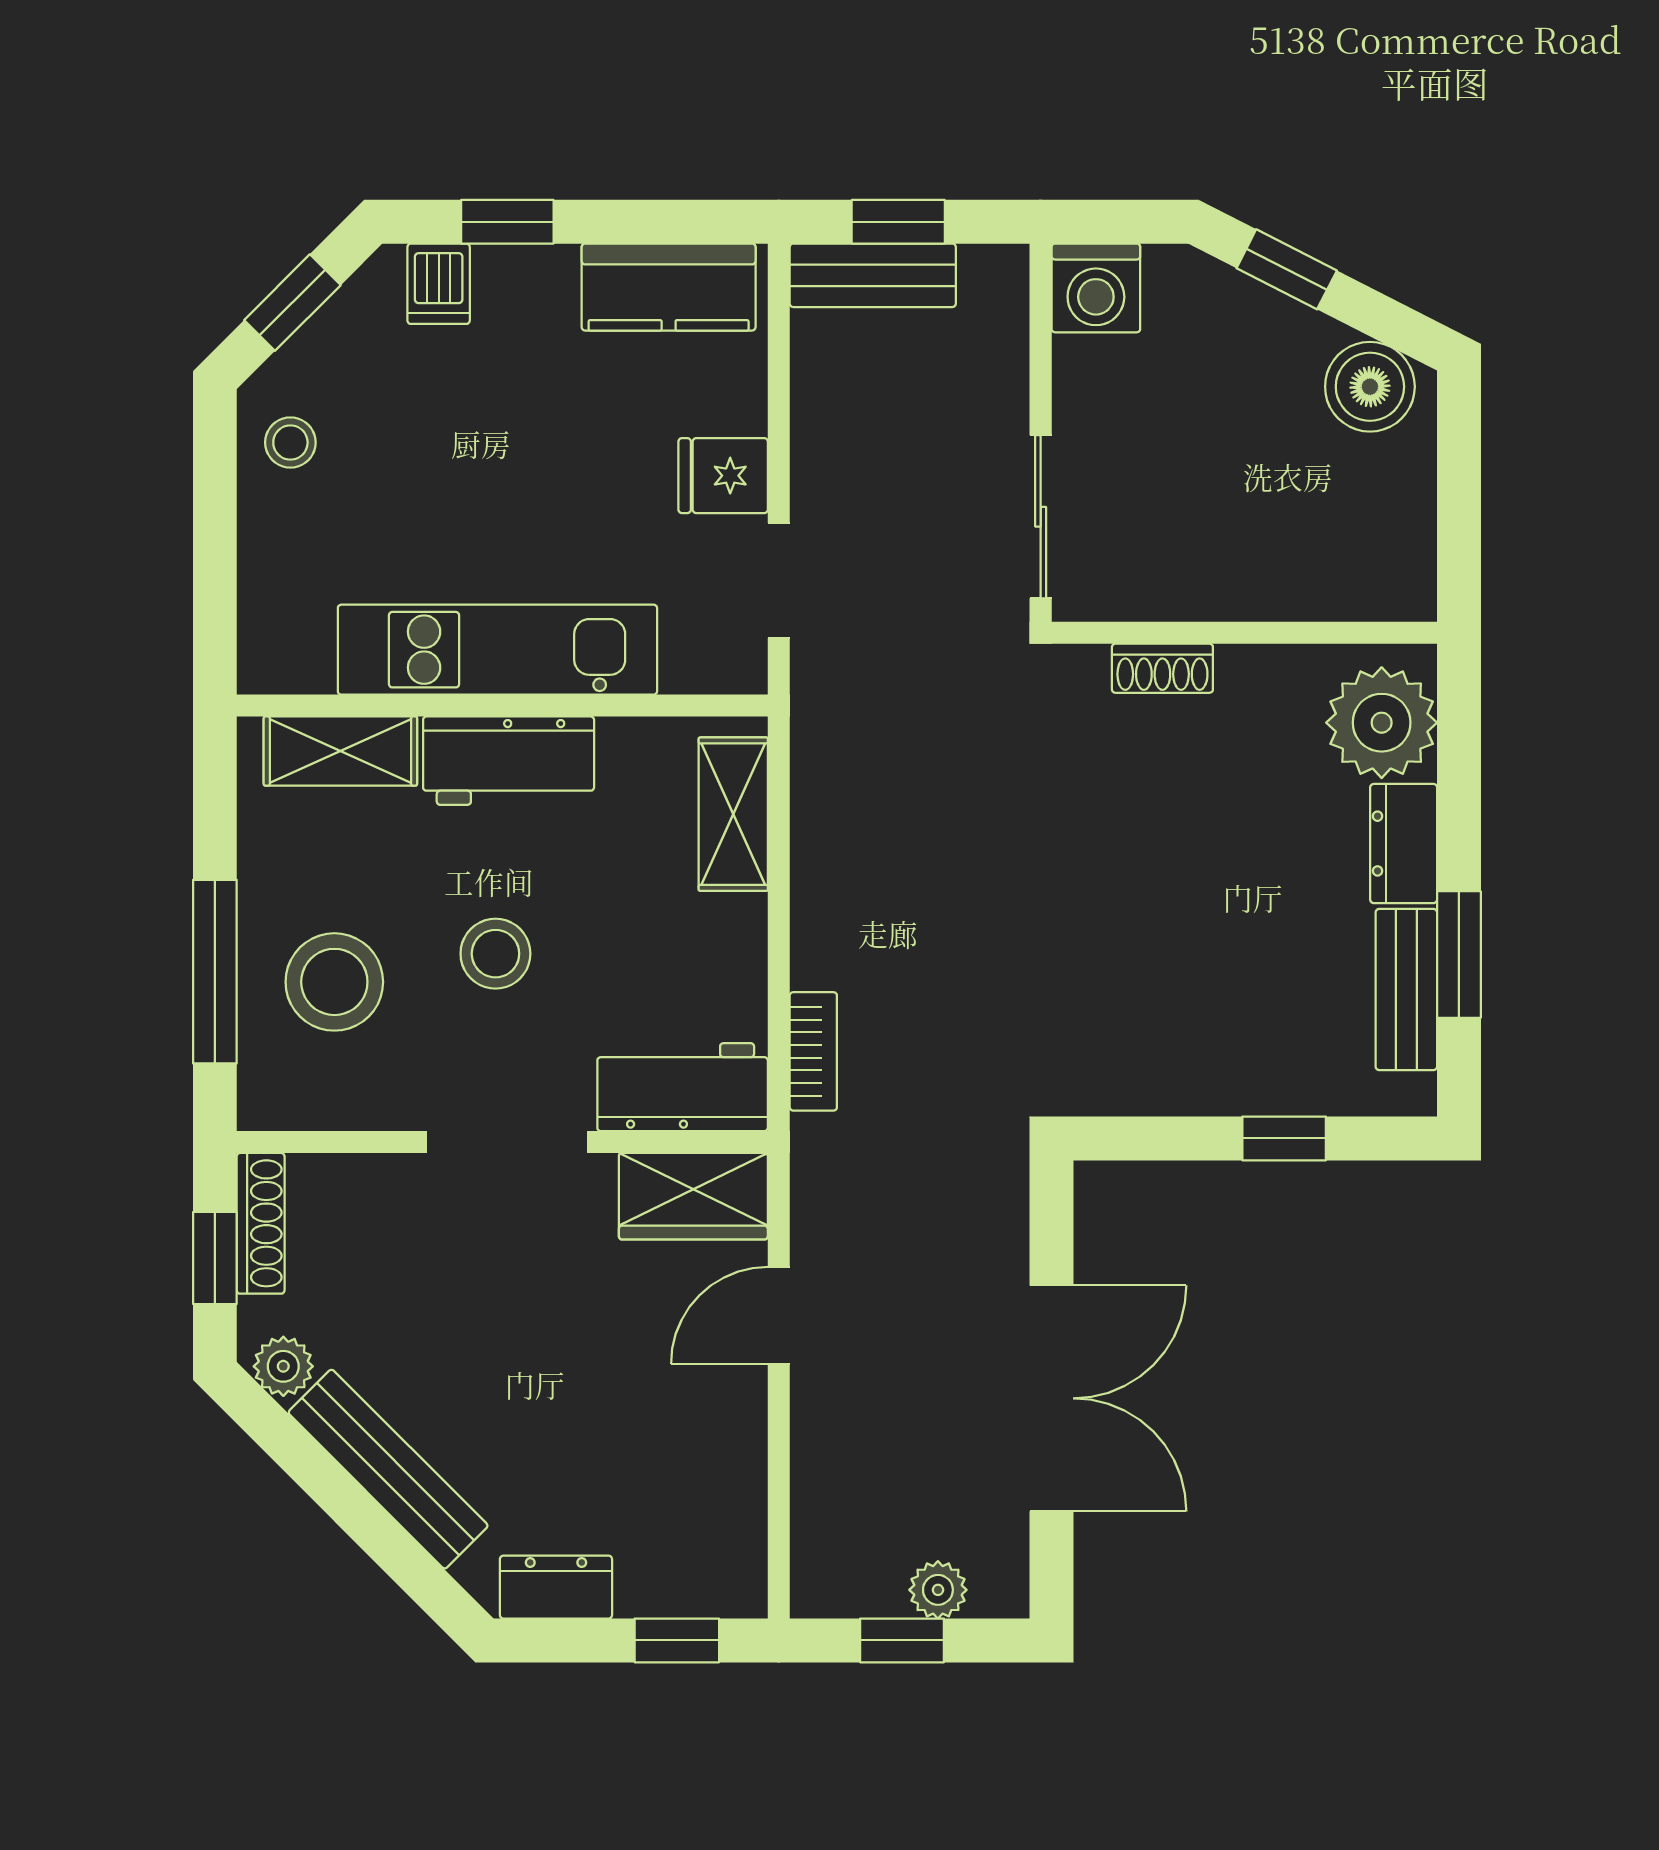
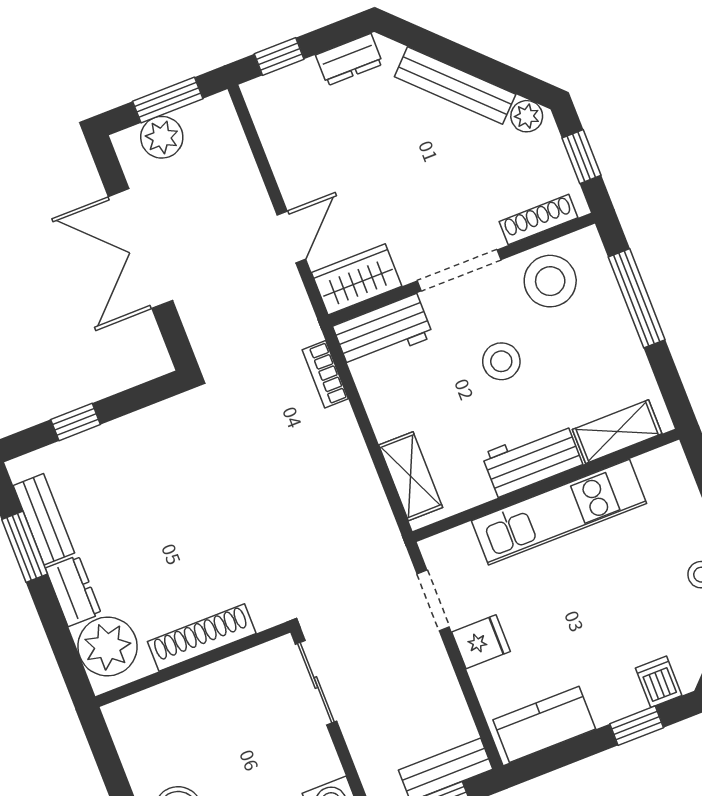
shoe rack: (1162, 668) -> (202, 637), width x1.94, depth x1.24
stool: (334, 982) -> (550, 281), moved
shoe rack: (261, 1223) -> (539, 220), moved, turned 90
plant: (938, 1590) -> (162, 137), width x1.38, depth x1.38
window: (902, 1640) -> (168, 100), width x1.50

